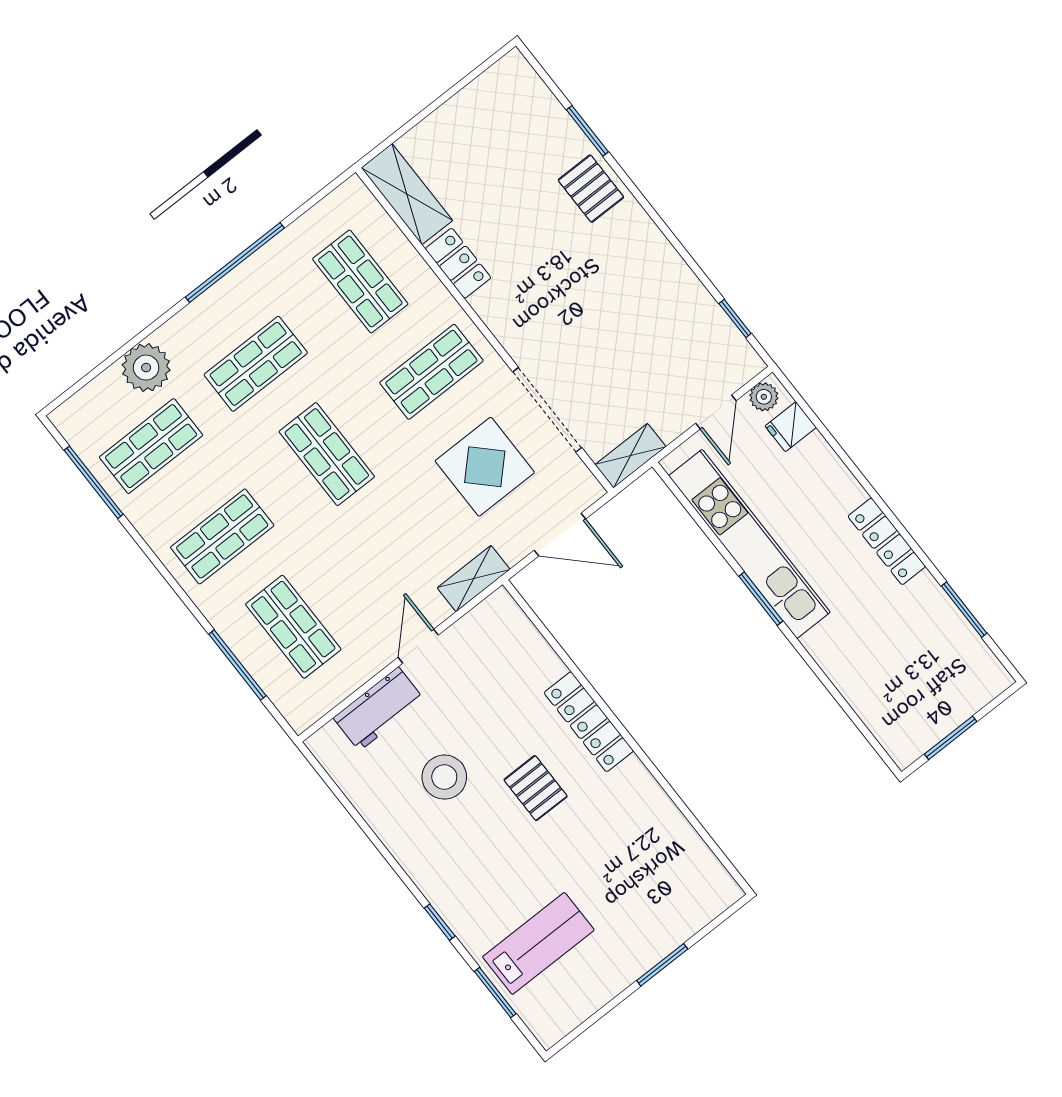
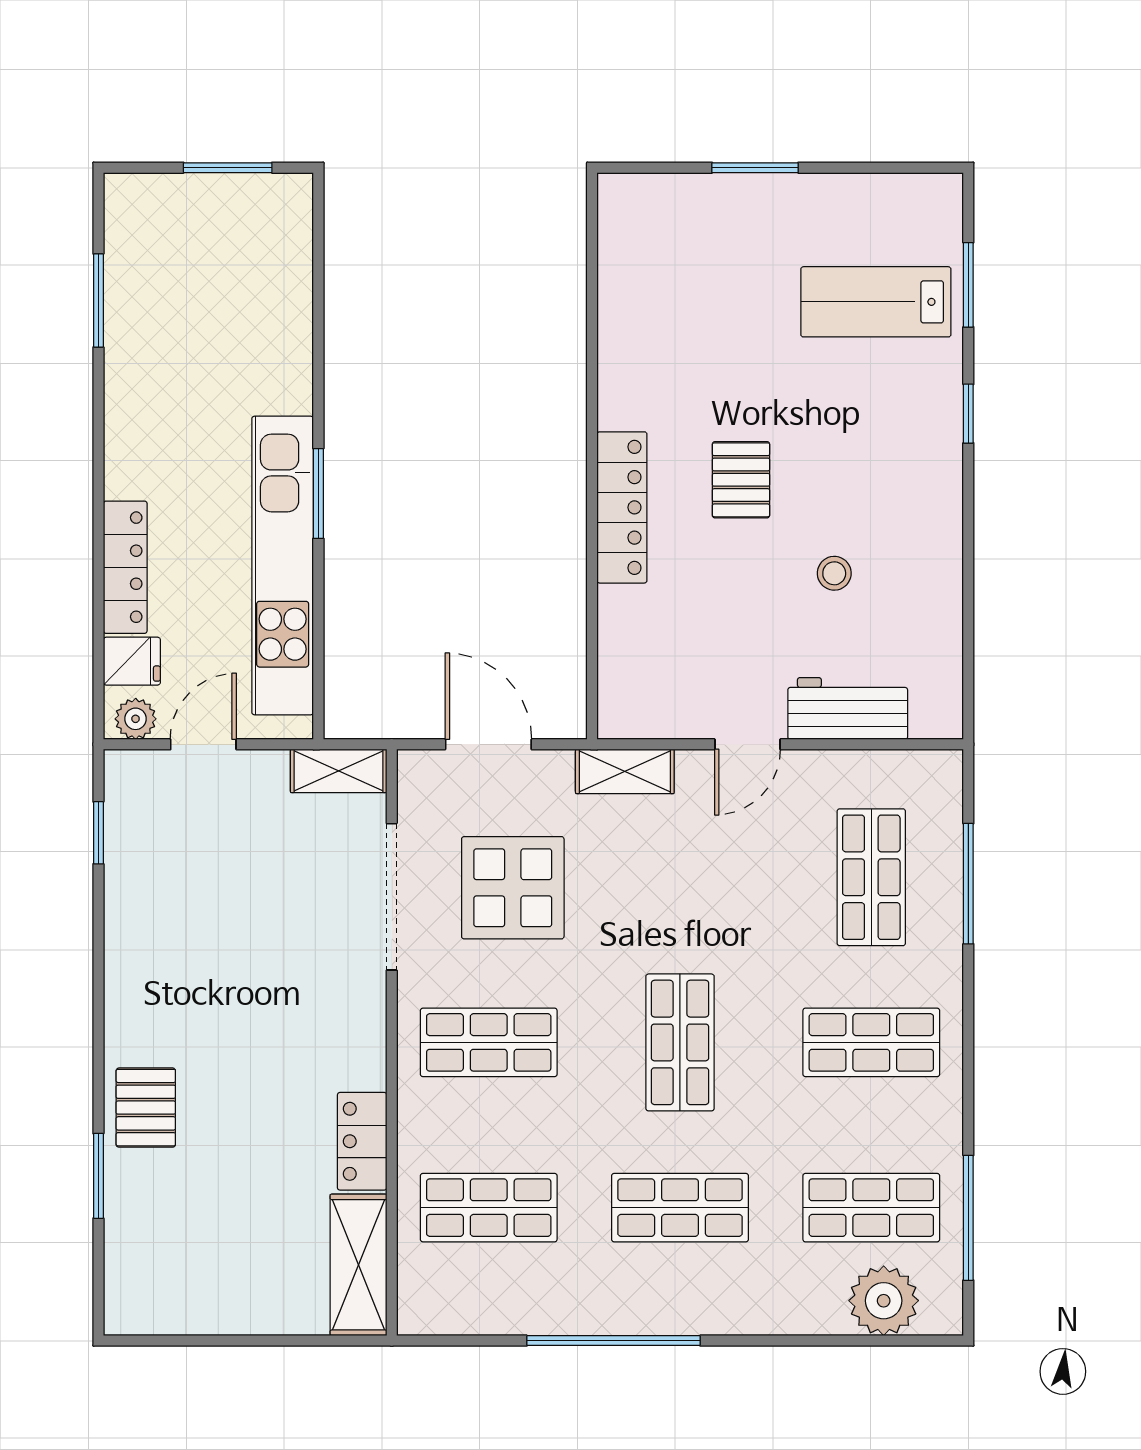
shop shelf: (360, 281) -> (489, 1208), turned 90
plant: (146, 368) -> (884, 1301), moved
locker: (887, 541) -> (125, 567), moved
stool: (444, 777) -> (834, 573), width x0.53, depth x0.53

